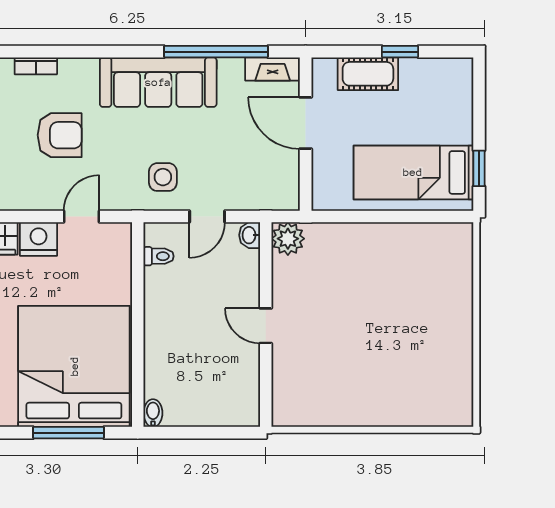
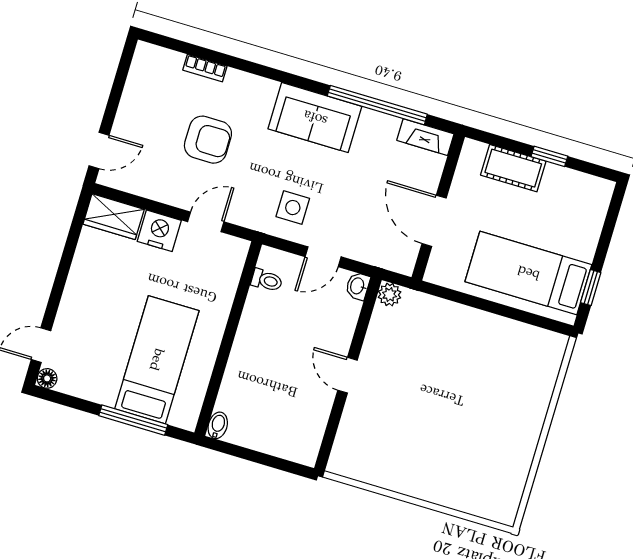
sofa: (158, 82) -> (315, 118), width x0.73
door: (306, 123) -> (434, 221), moved
plant: (288, 239) -> (390, 295), width x0.73, depth x0.73
bed: (74, 366) -> (157, 360), width x0.49

